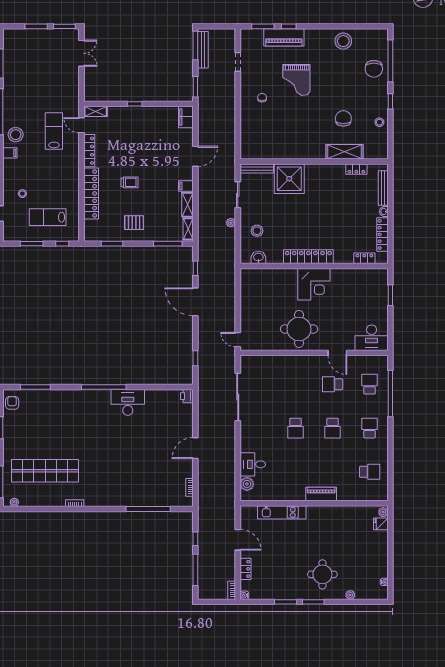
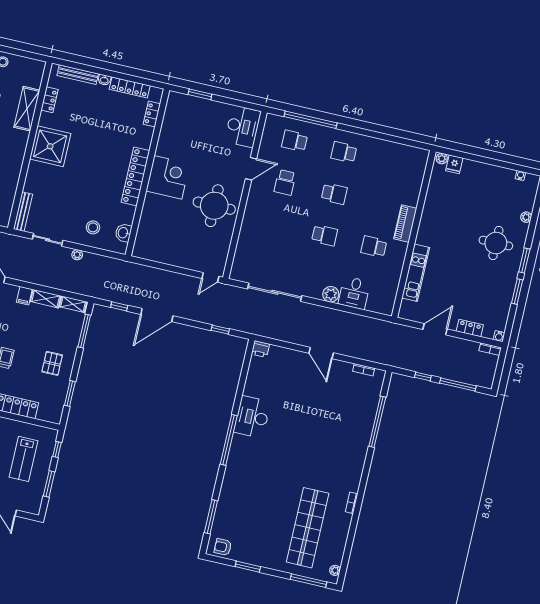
shower: (289, 179) -> (50, 146), moved
school desk: (370, 472) -> (374, 247), moved, turned -90
plant: (247, 484) -> (331, 294), moved

